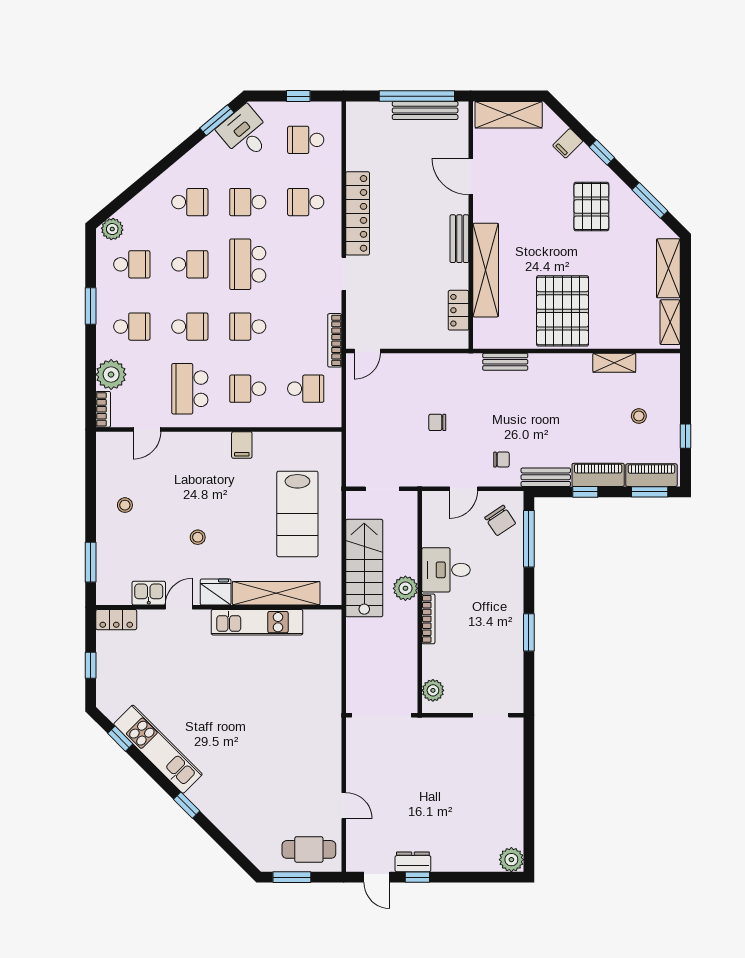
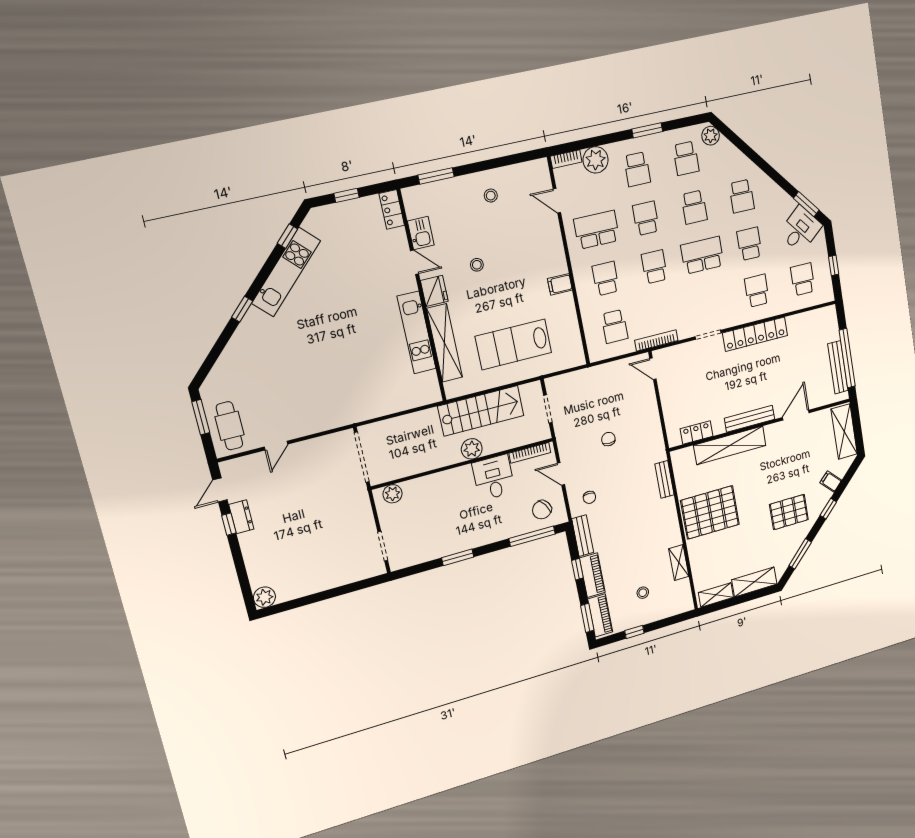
bench: (459, 239) -> (750, 419), width x1.36
school desk: (190, 327) -> (646, 218), turned 180
bookcase: (428, 619) -> (530, 453), moved

